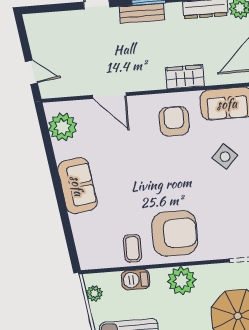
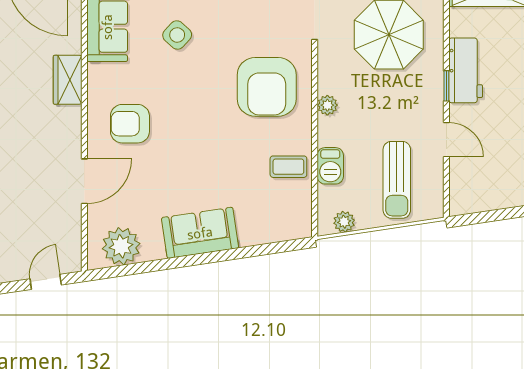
armchair: (174, 121) -> (130, 124), moved
armchair: (175, 233) -> (267, 87), moved, turned 180
plant: (182, 281) -> (327, 105), width x0.53, depth x0.53

